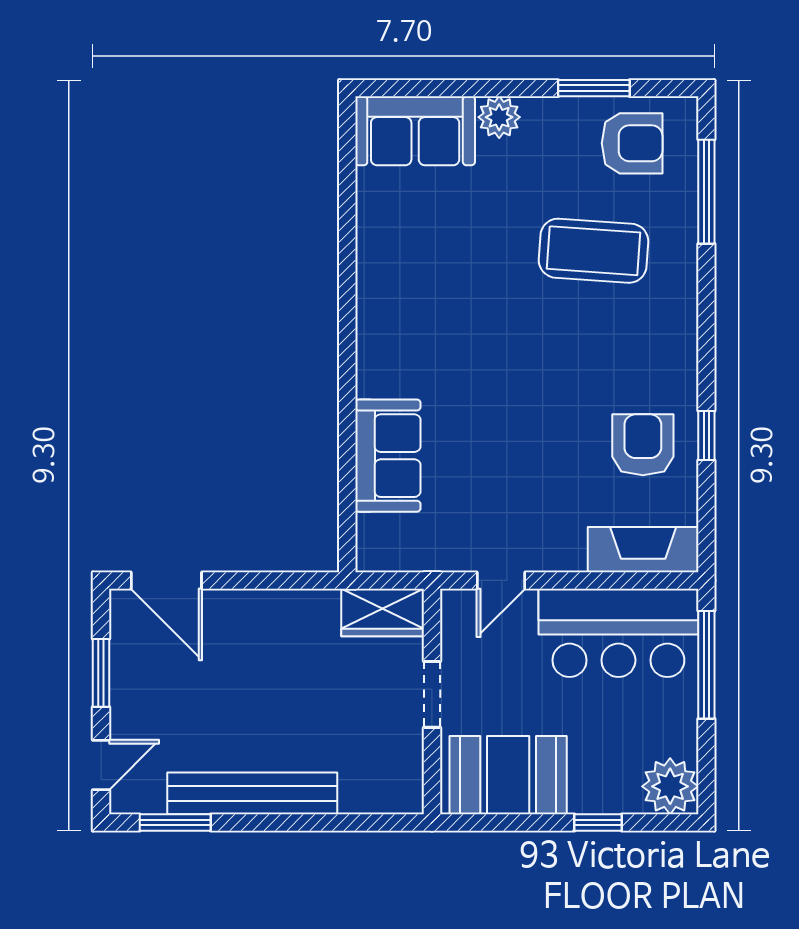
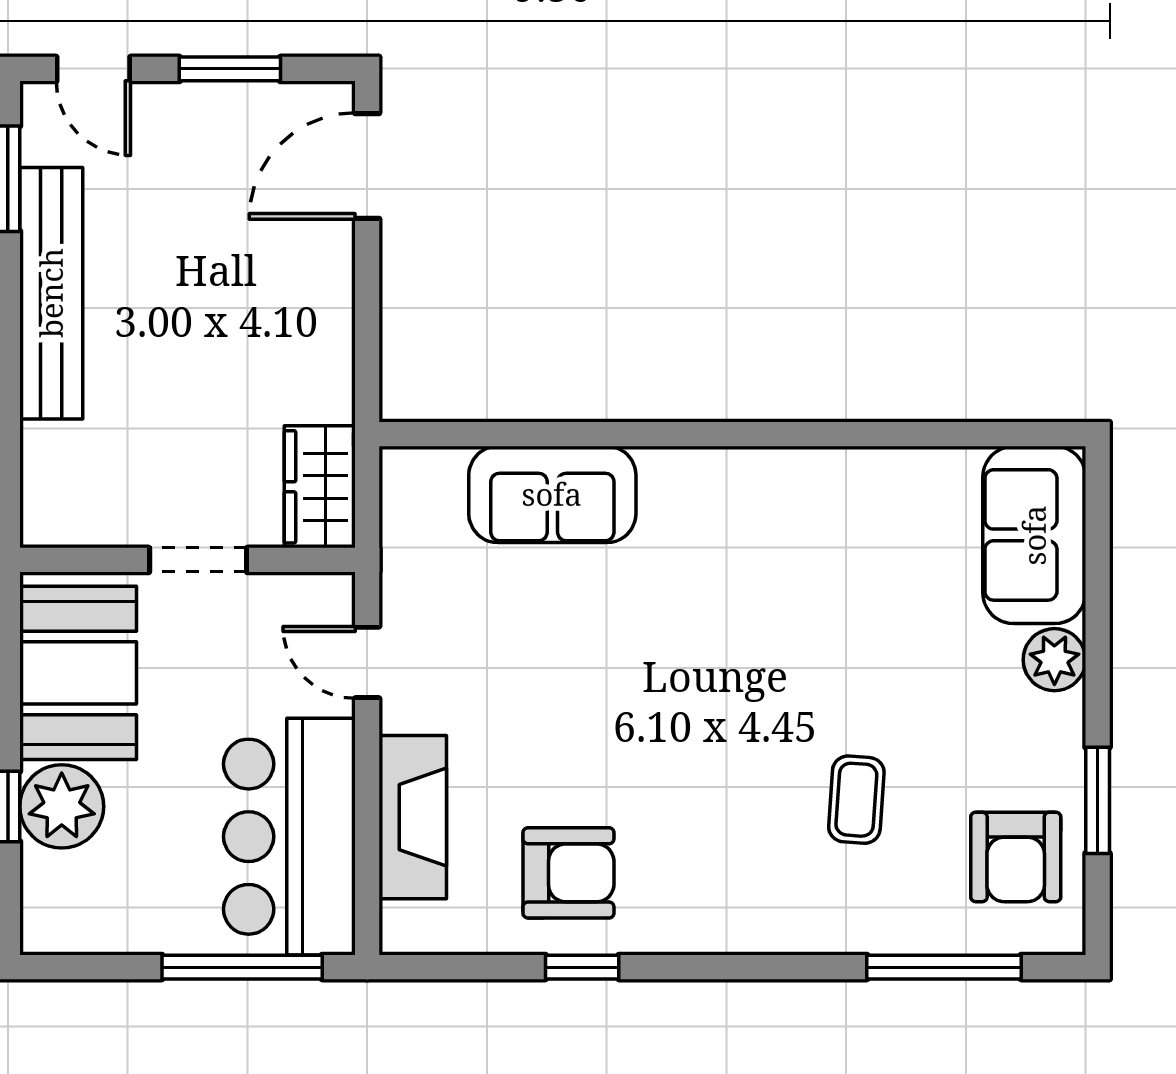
coffee table: (594, 251) -> (856, 800), width x0.54, depth x0.58
fireplace: (643, 550) -> (413, 817), moved
plant: (670, 786) -> (62, 806), moved

